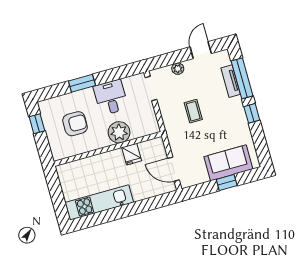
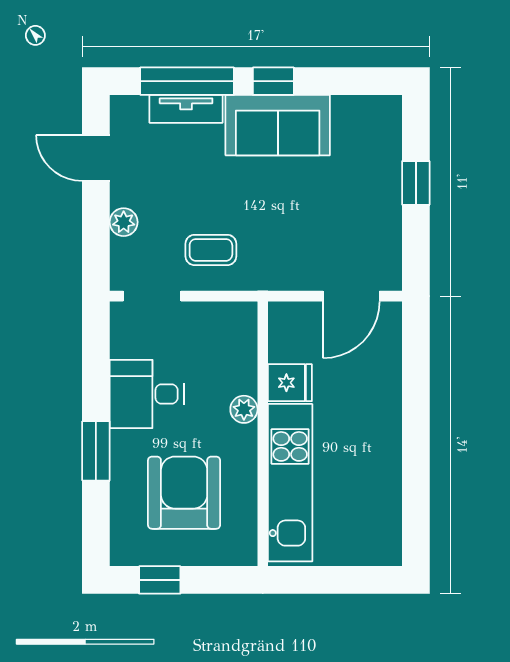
coffee table: (193, 111) -> (211, 250), moved
armchair: (75, 124) -> (184, 493), width x1.36, depth x1.36
plant: (119, 132) -> (244, 409), width x0.53, depth x0.53
sofa: (228, 163) -> (278, 125), moved, turned -90
kitchen unit: (99, 202) -> (290, 483), moved, turned 180

